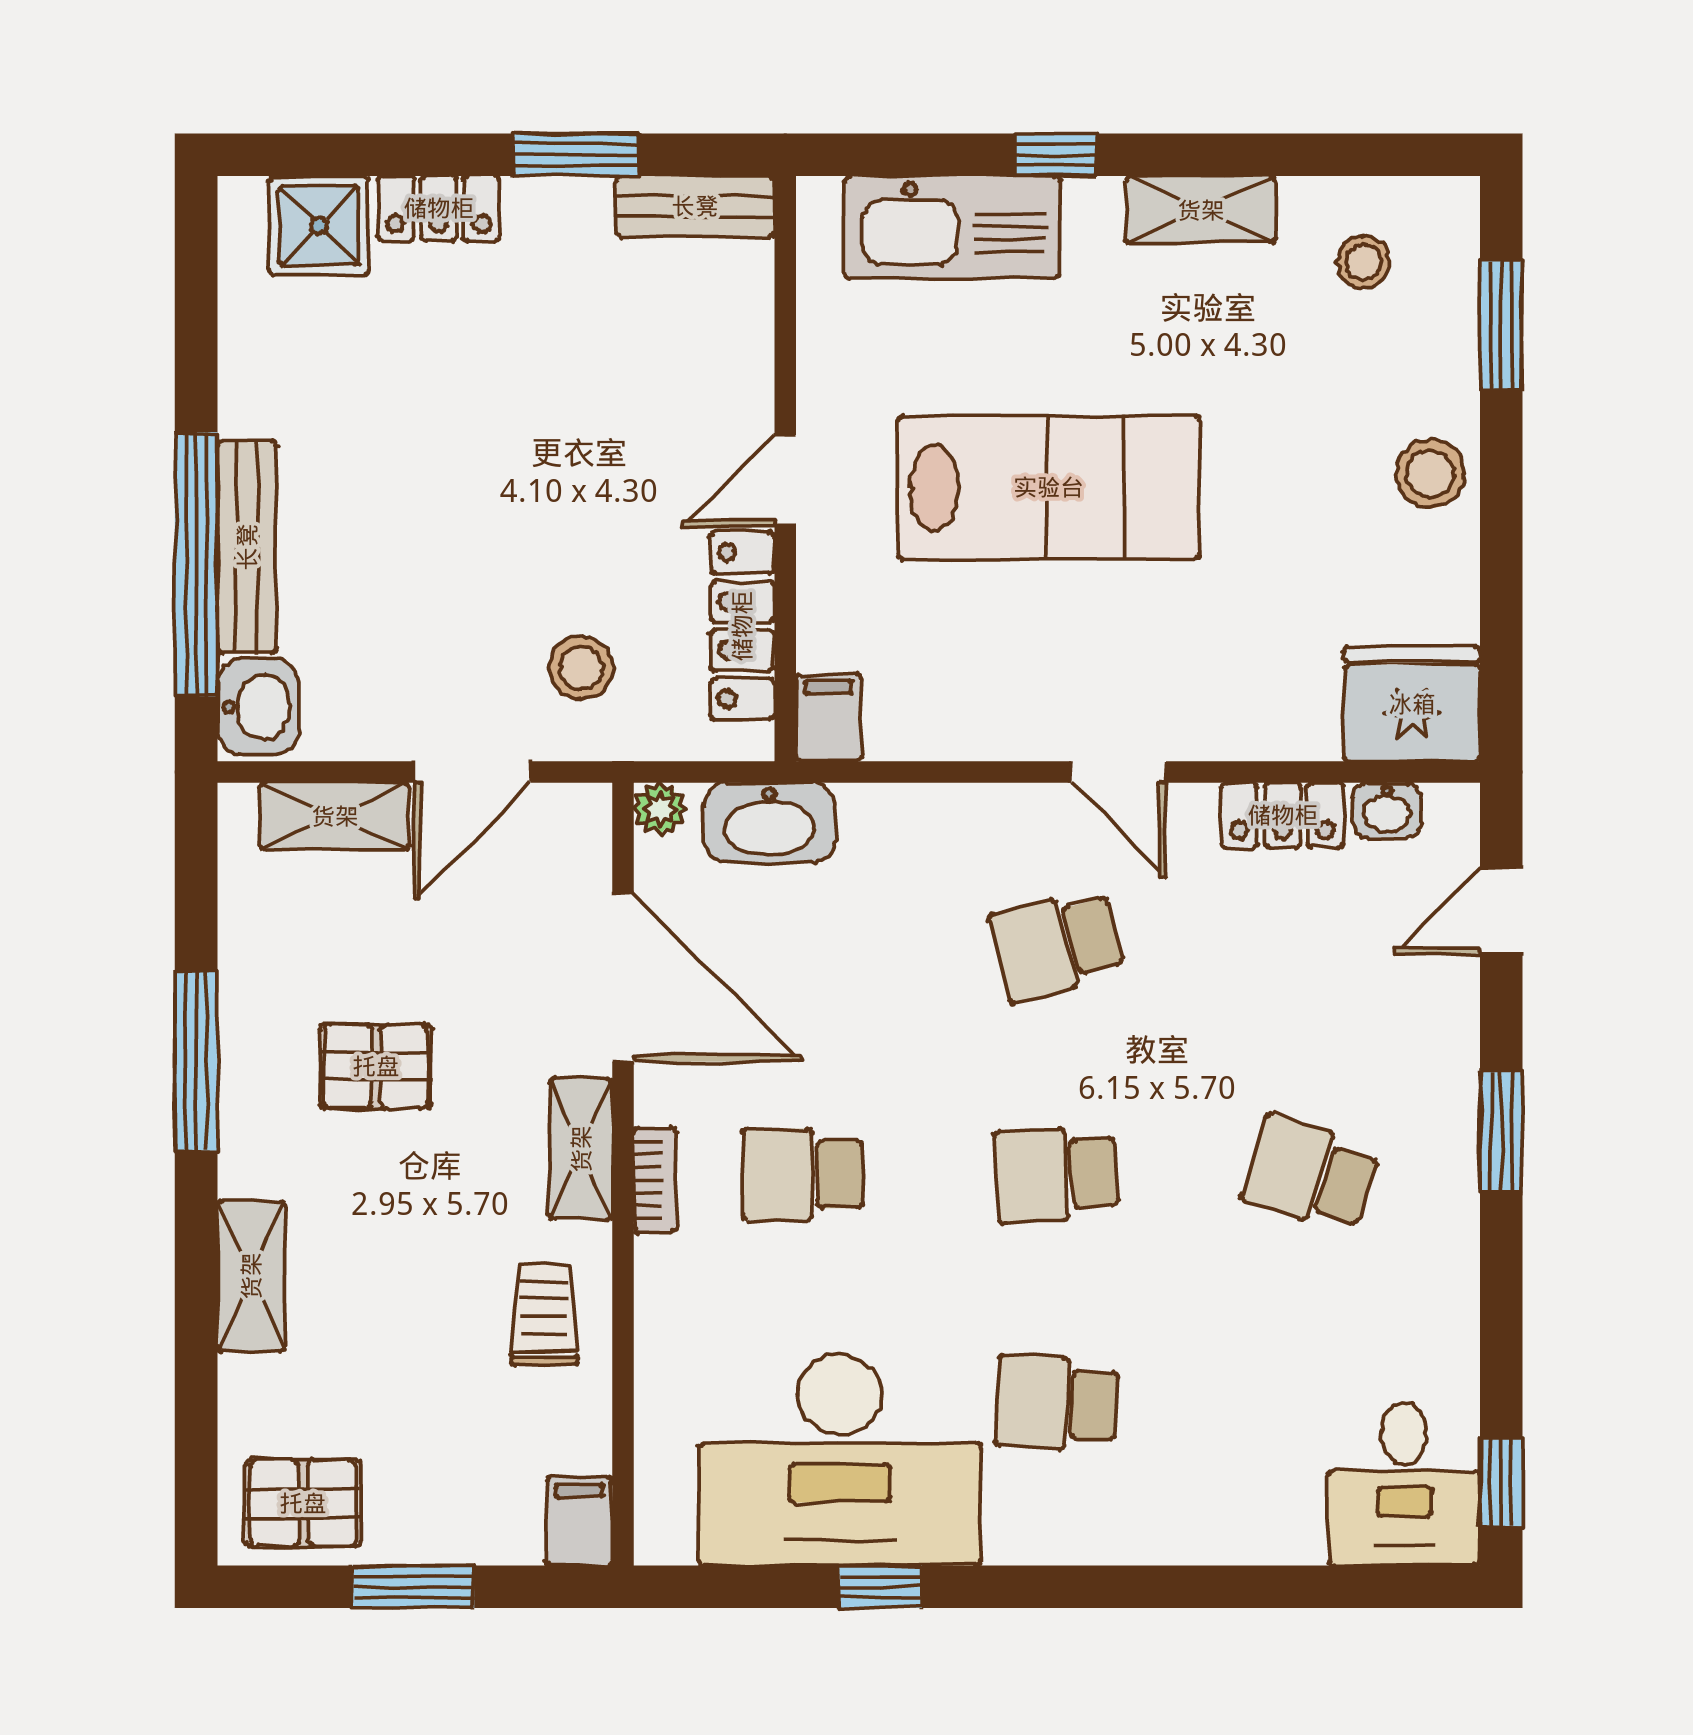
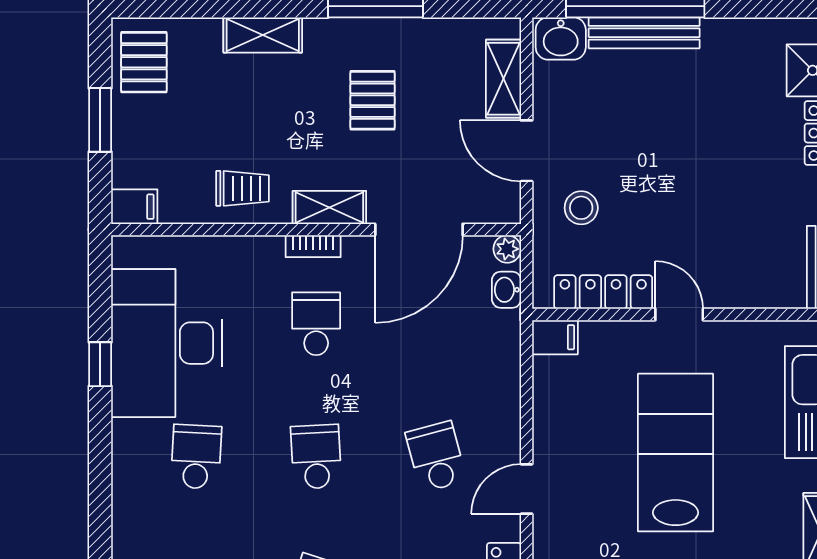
lab bench: (1049, 487) -> (676, 453), turned 180
washbasin: (769, 823) -> (506, 290), width x0.52, depth x0.69

